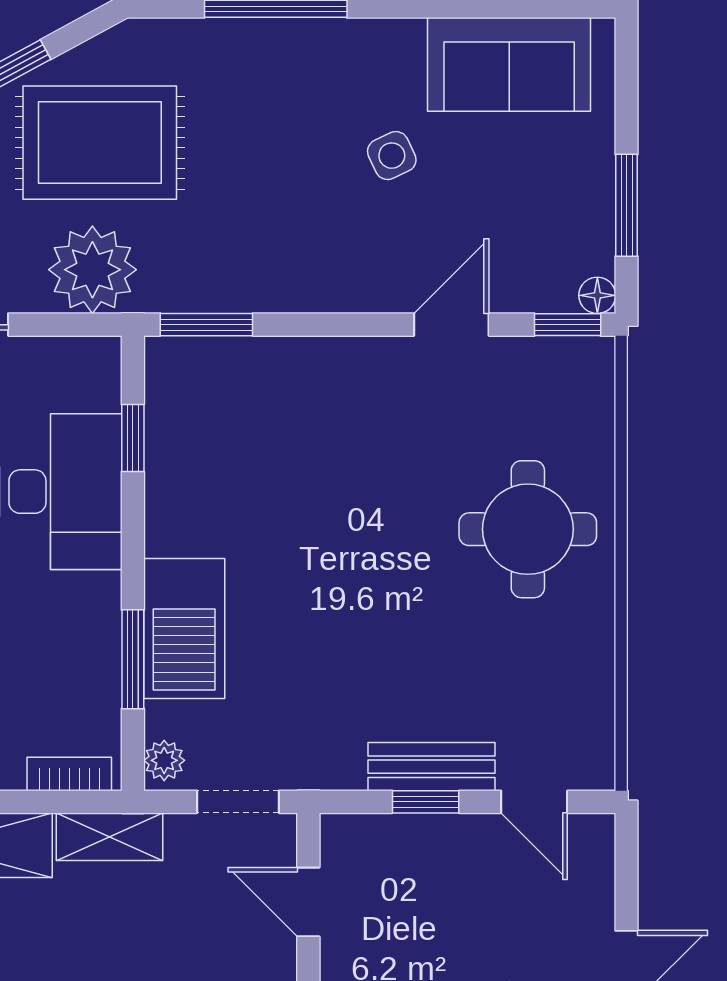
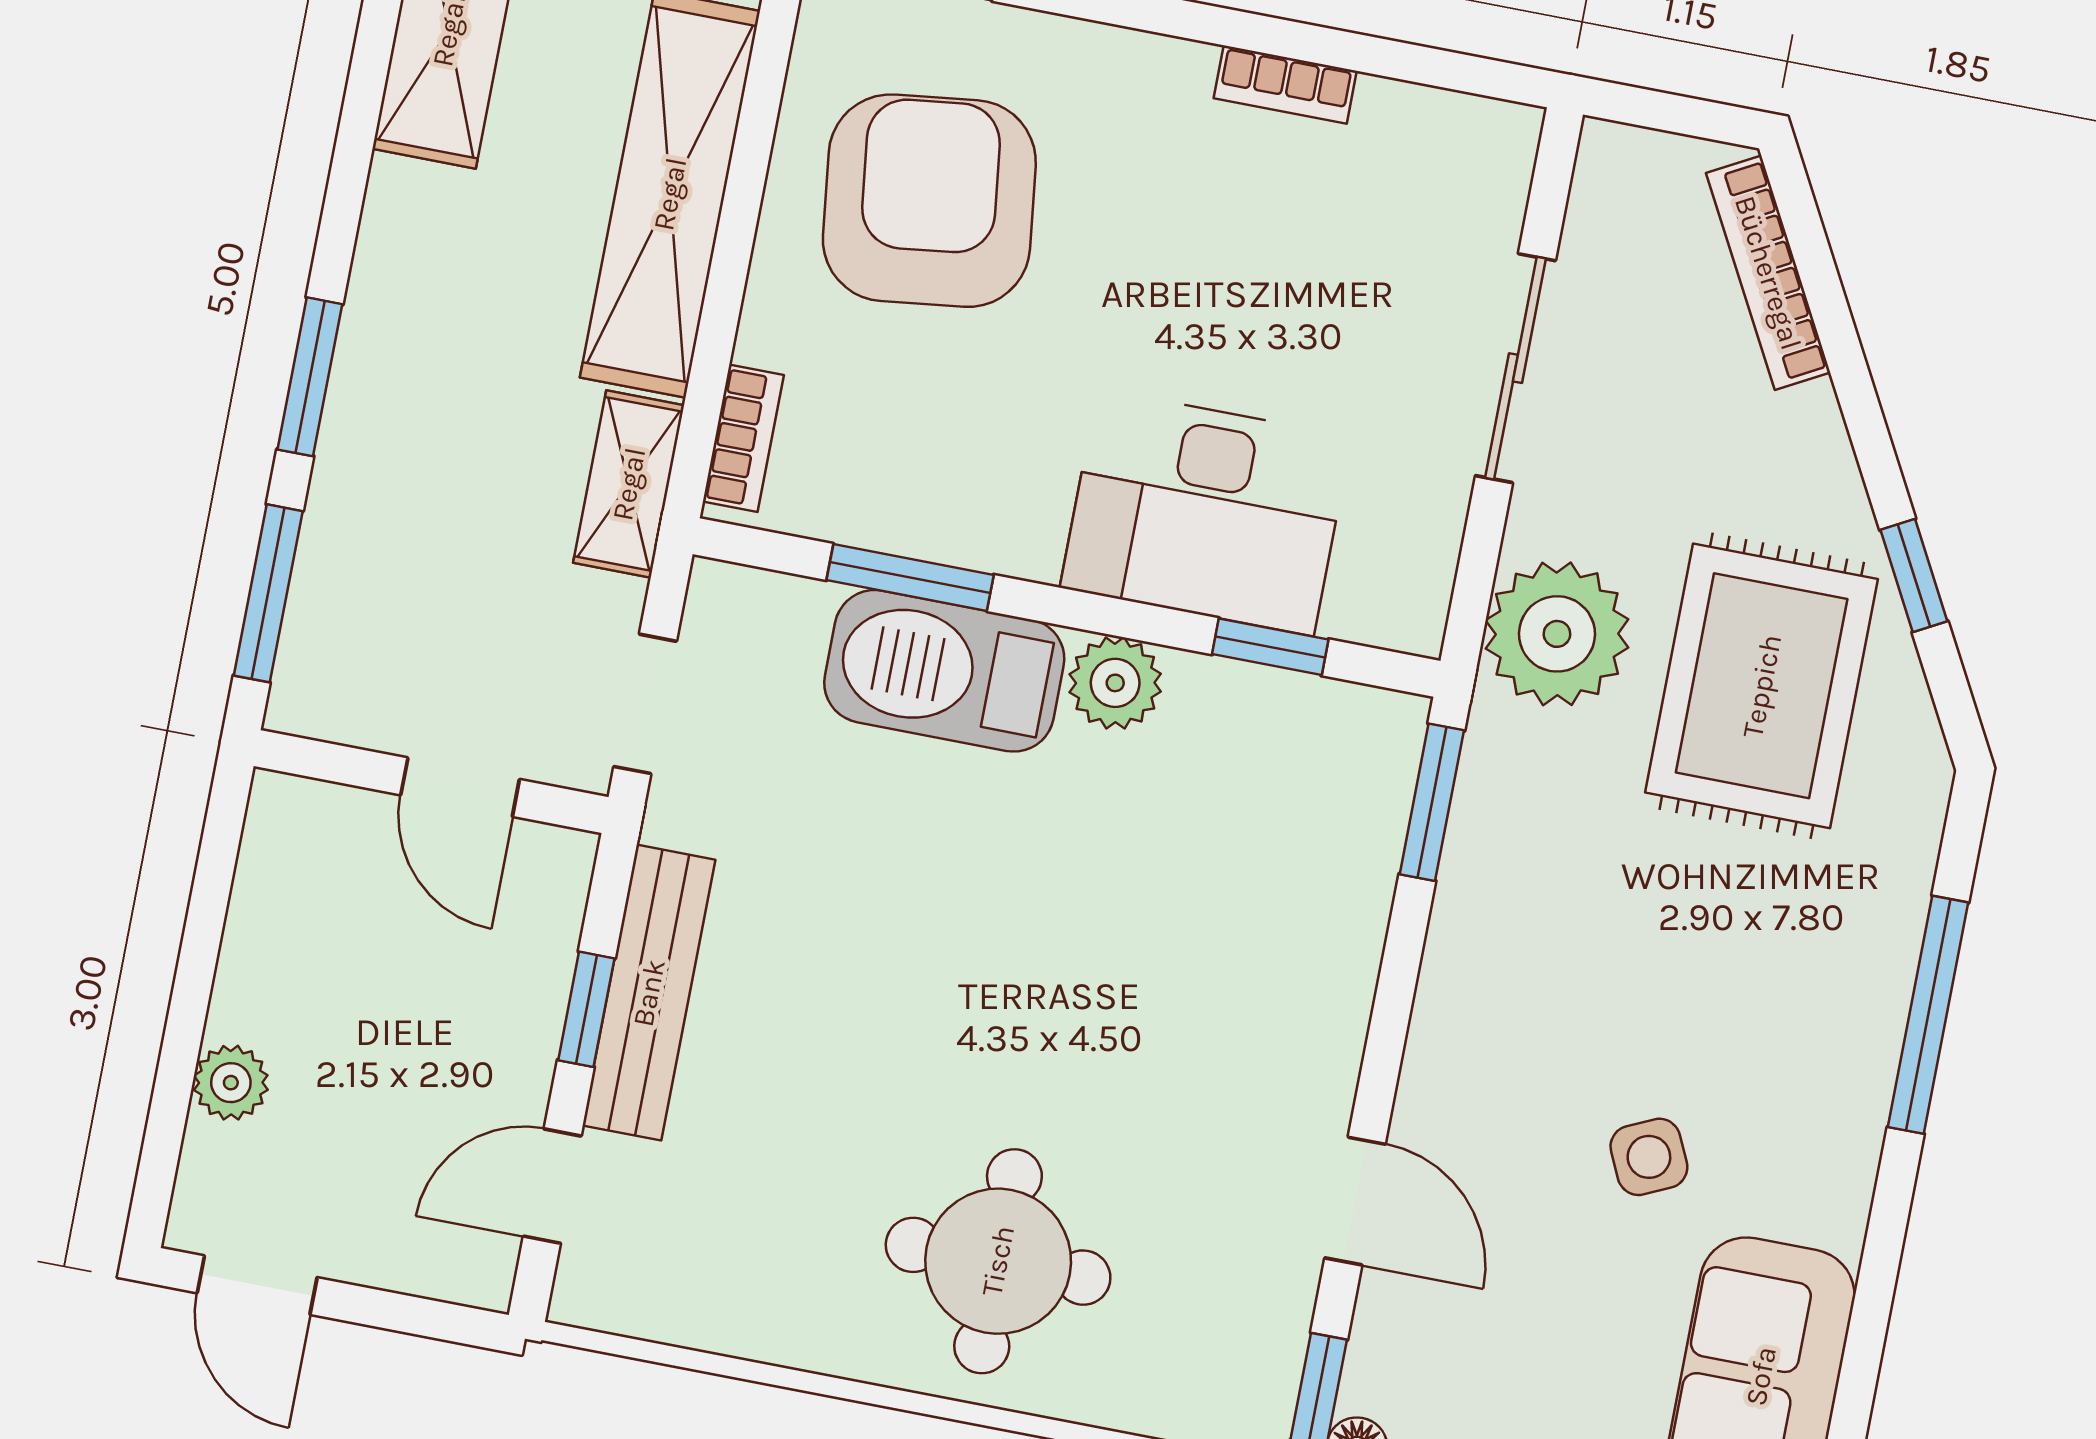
plant: (164, 760) -> (1115, 683), moved, width x1.38, depth x1.38
bench: (432, 767) -> (649, 993), width x1.36
door: (308, 902) -> (460, 787), swing flipped

